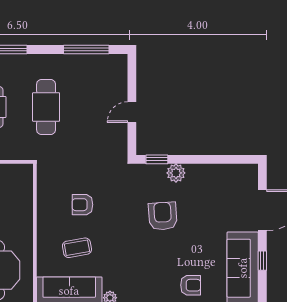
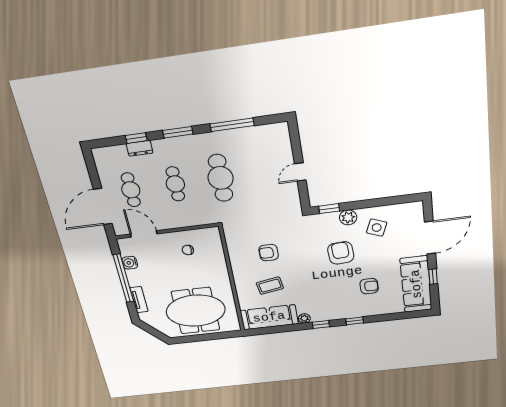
window: (86, 49) -> (232, 125), moved
side table: (206, 190) -> (377, 228), added
armchair: (191, 285) -> (369, 286), moved

